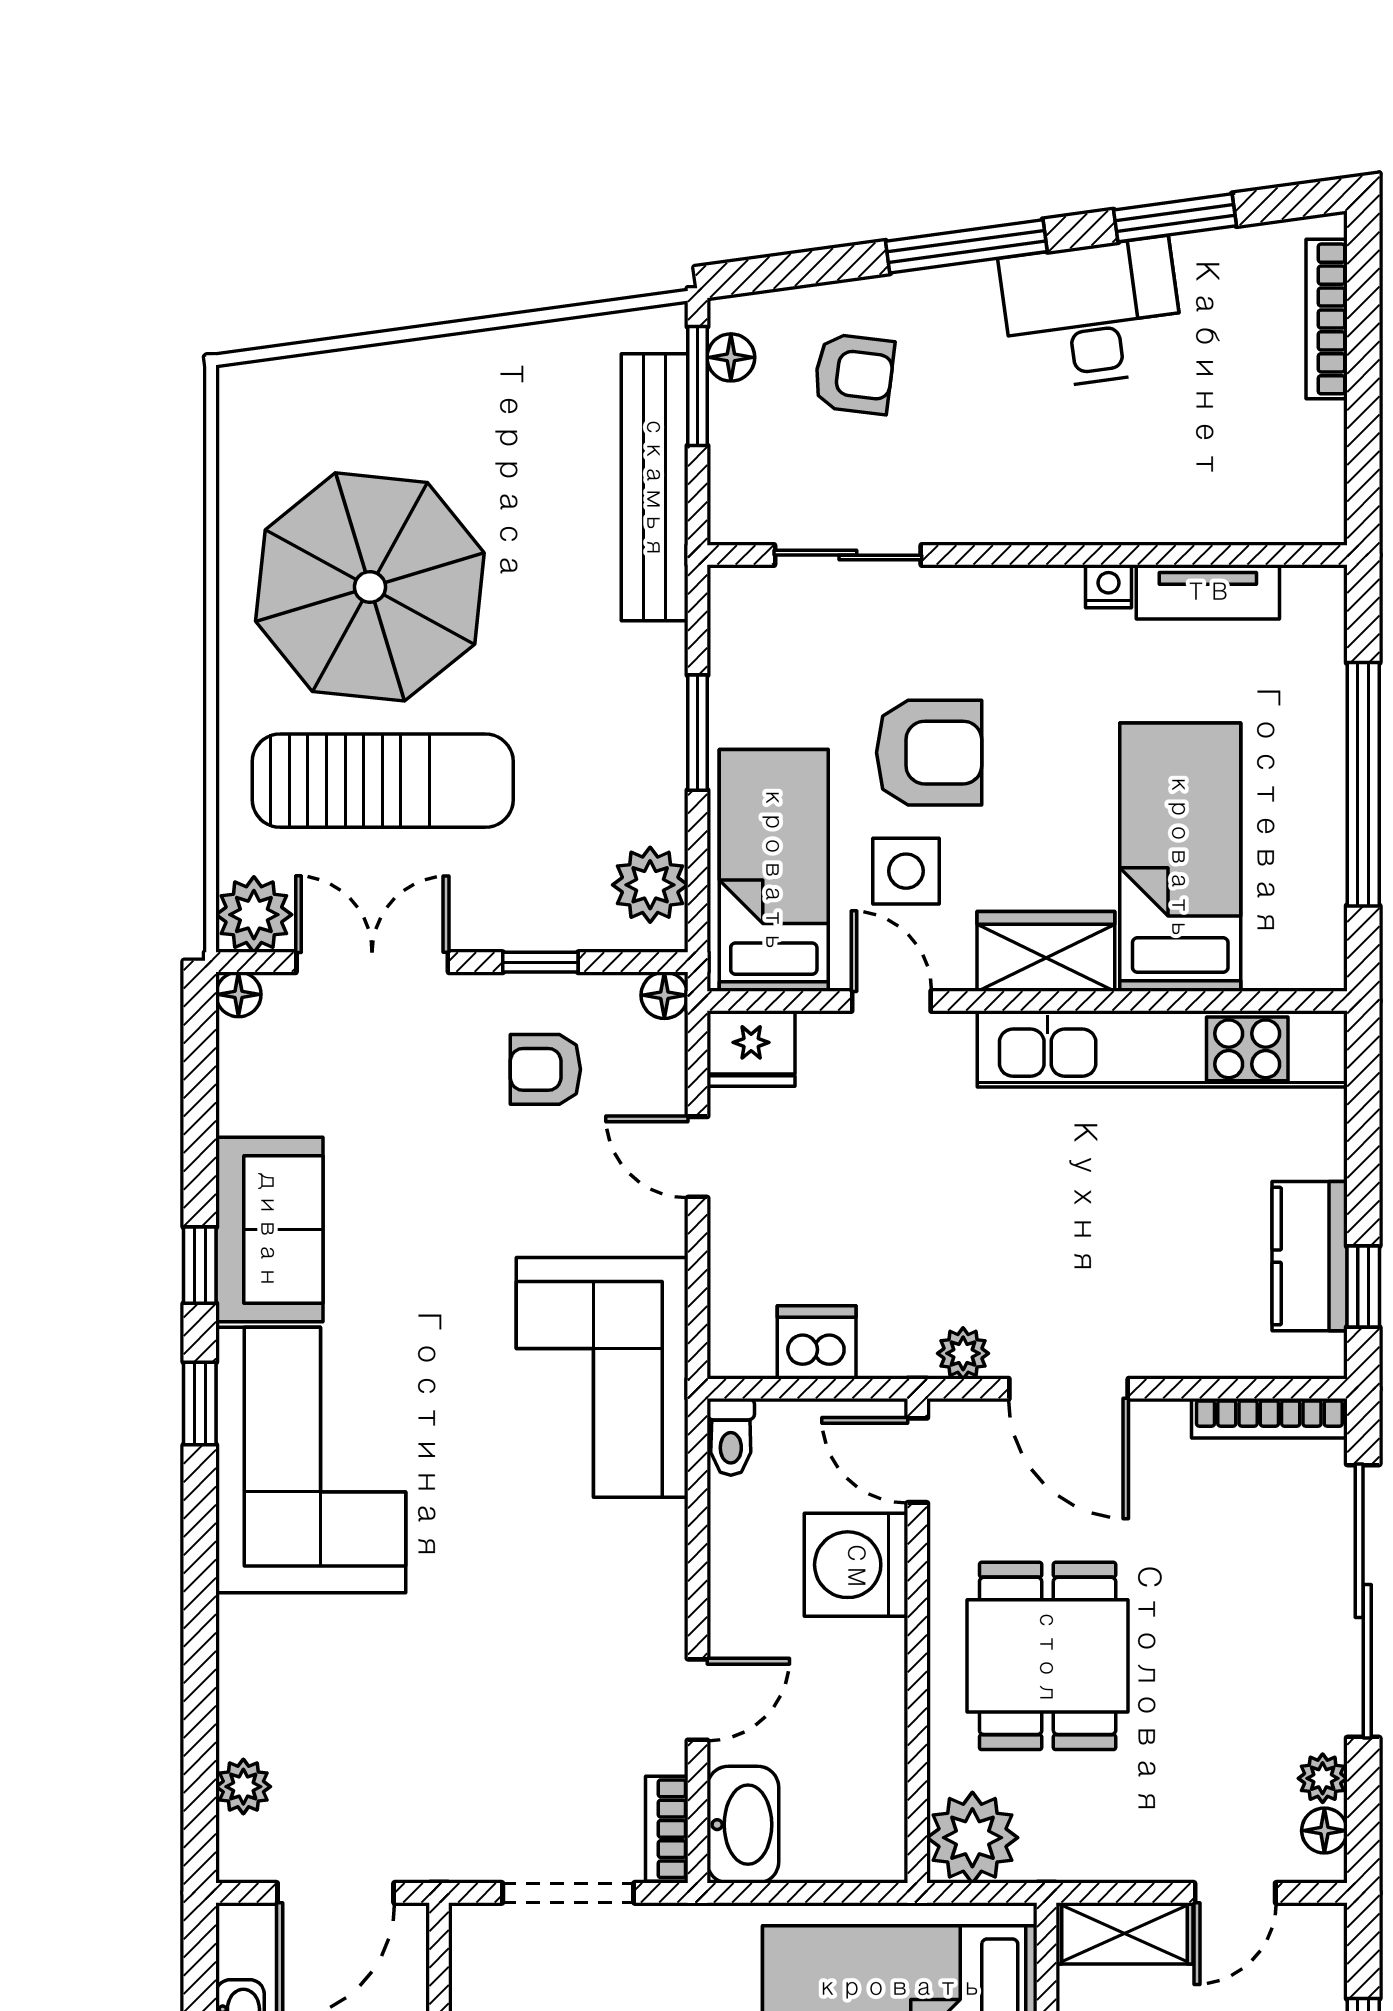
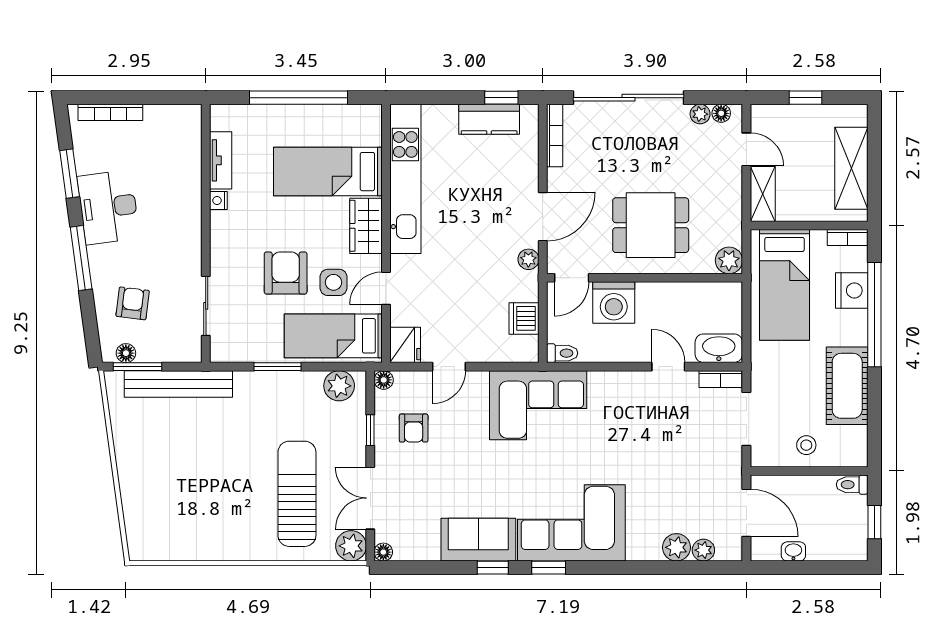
parasol: (370, 587) -> (219, 499), removed
plant: (250, 1720) -> (676, 547), added
plant: (972, 1838) -> (729, 260), width x0.73, depth x0.73

